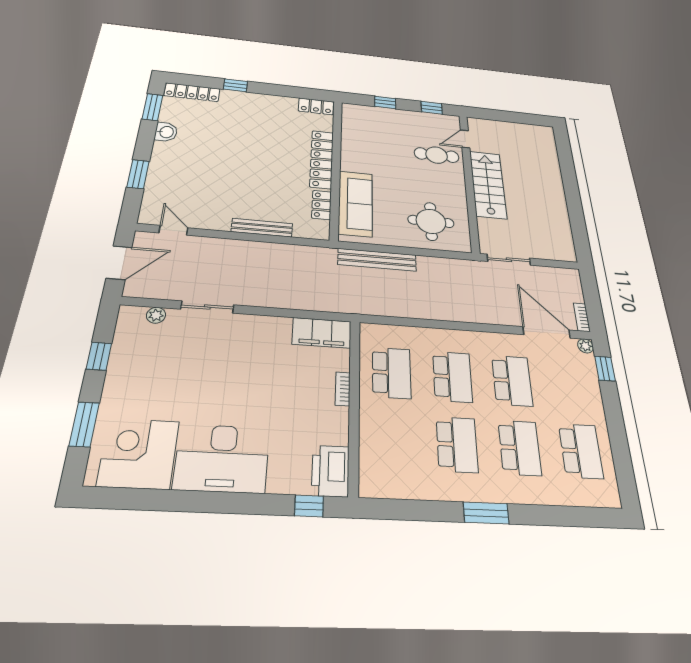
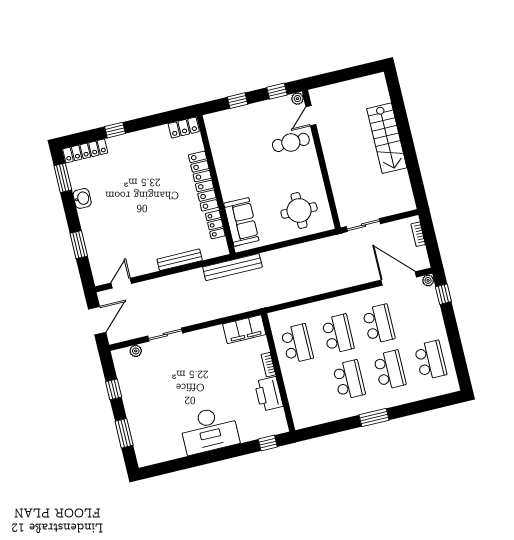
plant: (453, 120) -> (297, 99), added
stairs: (488, 185) -> (387, 138), moved, turned 180
sofa: (356, 203) -> (241, 222), width x0.73
door: (173, 230) -> (121, 283), hinge flipped
bench: (377, 260) -> (232, 267), moved
bookcase: (582, 317) -> (418, 234), moved
corner desk: (139, 453) -> (161, 441), removed
printer: (331, 471) -> (269, 394), moved

